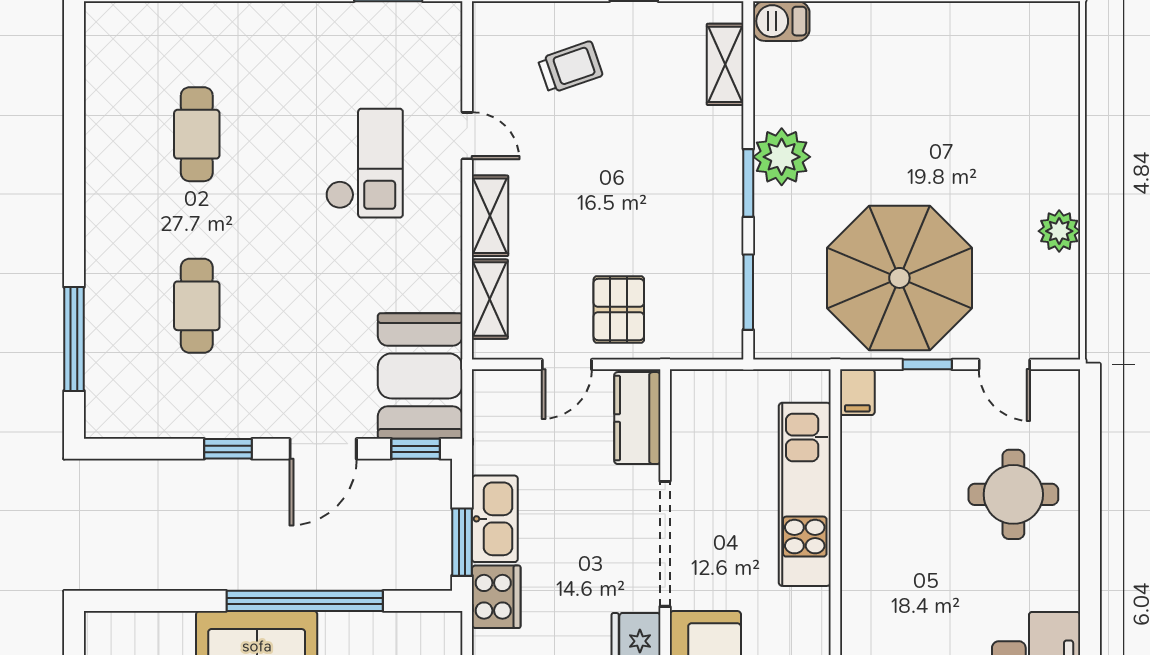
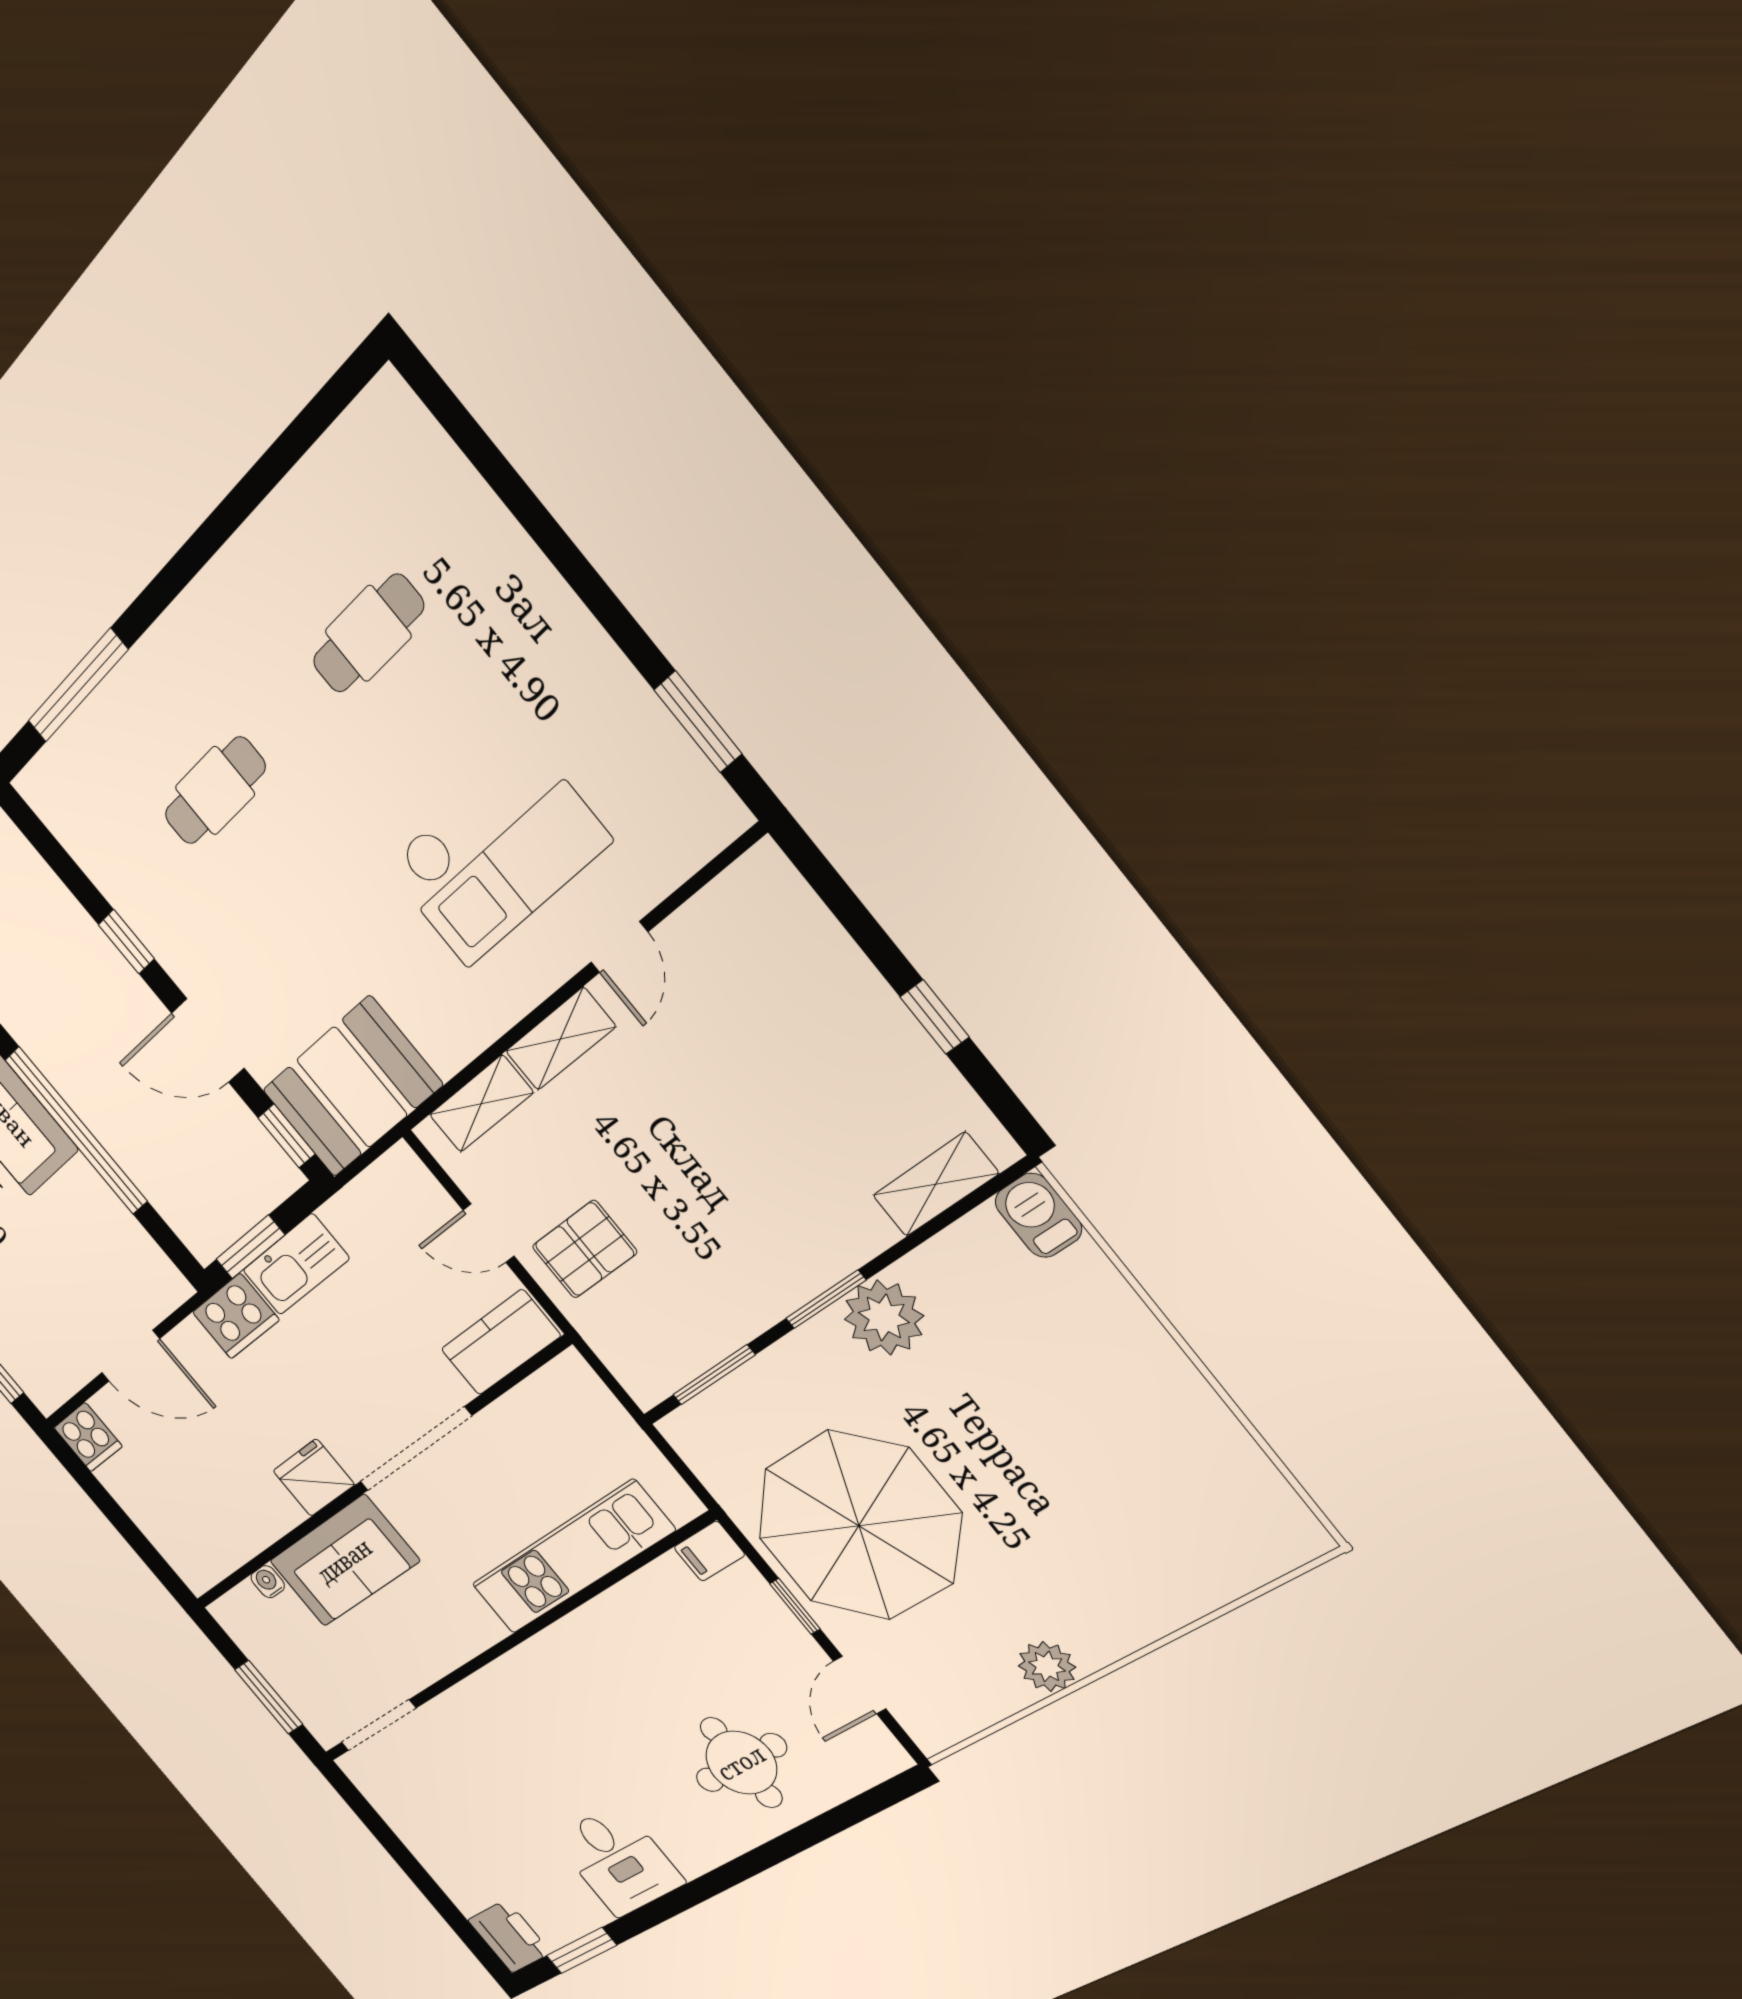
trolley: (570, 67) -> (788, 1008), removed
checkout: (364, 163) -> (497, 853), width x1.36, depth x1.21

